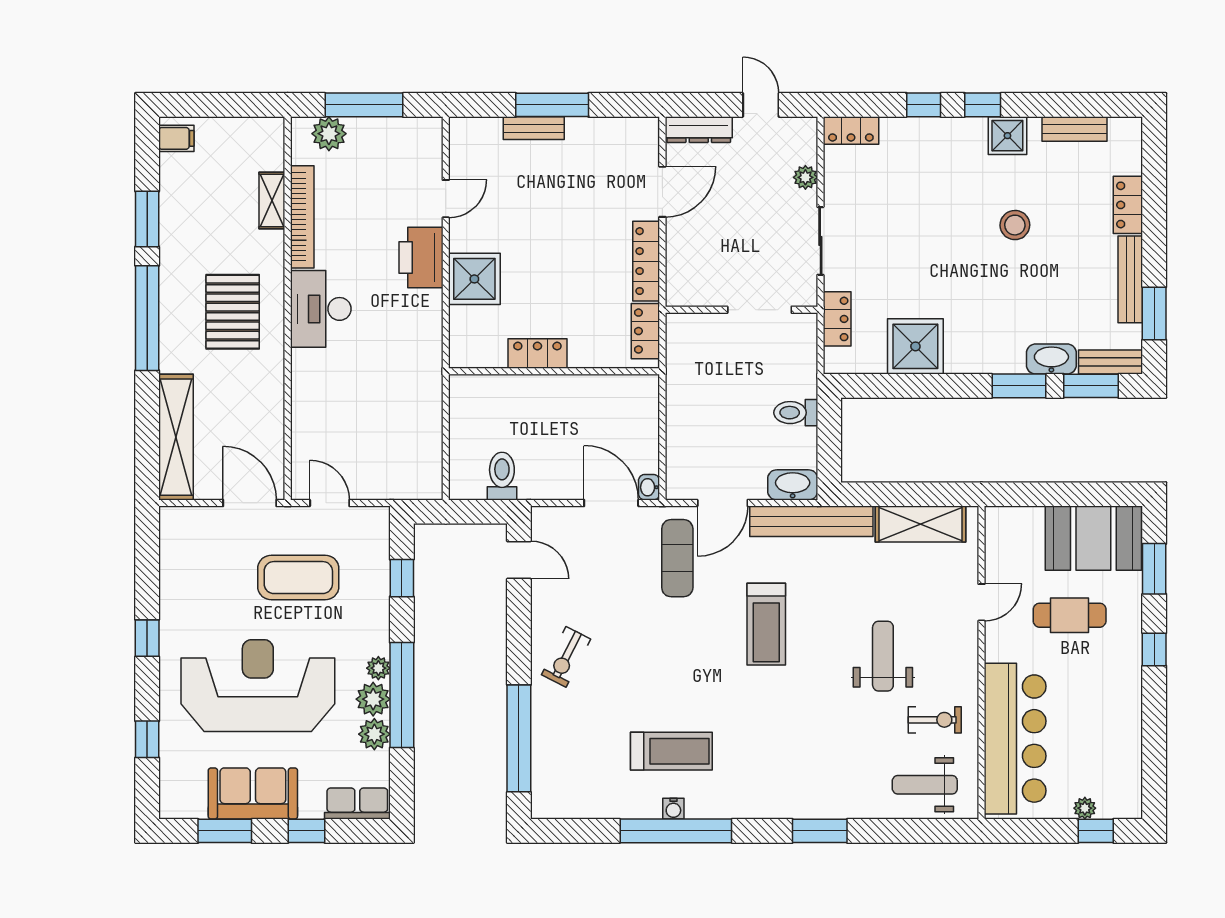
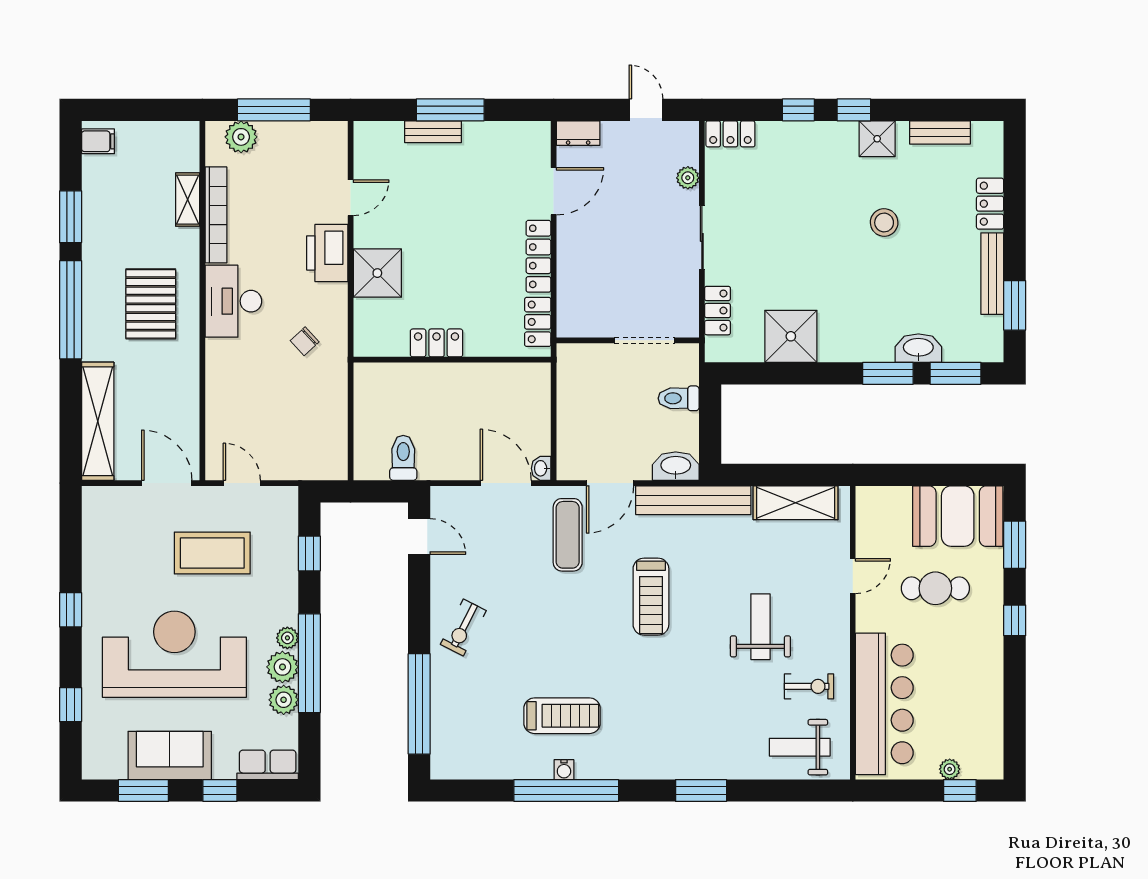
dresser: (699, 130) -> (578, 133), width x0.70
wall: (741, 310) -> (628, 340), moved
doorway: (760, 310) -> (645, 340), moved
chair: (397, 352) -> (305, 341), added
bench: (1111, 362) -> (974, 351), removed

